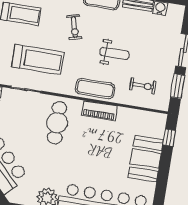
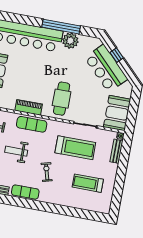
treadmill: (38, 60) -> (75, 148), turned 180

